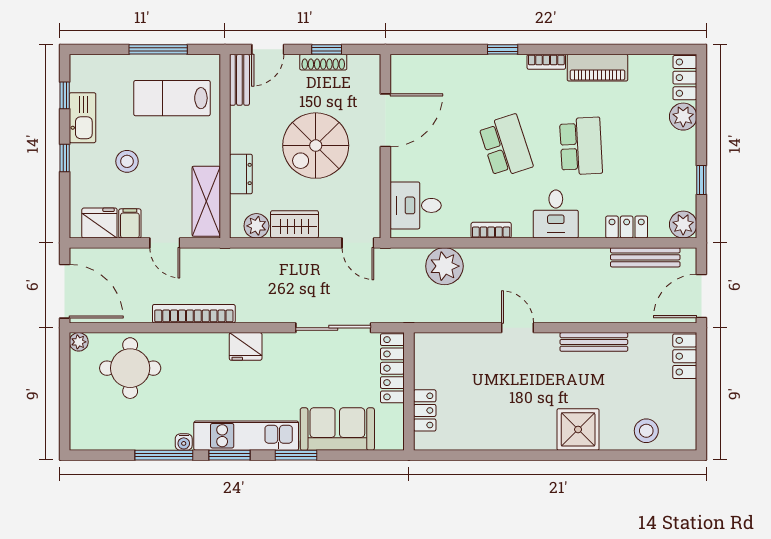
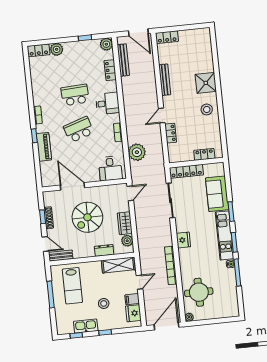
piano: (597, 68) -> (44, 147), moved
spiral stairs: (316, 146) -> (87, 217), turned 90
locker: (478, 343) -> (171, 133), added
stool: (646, 431) -> (207, 109), moved

